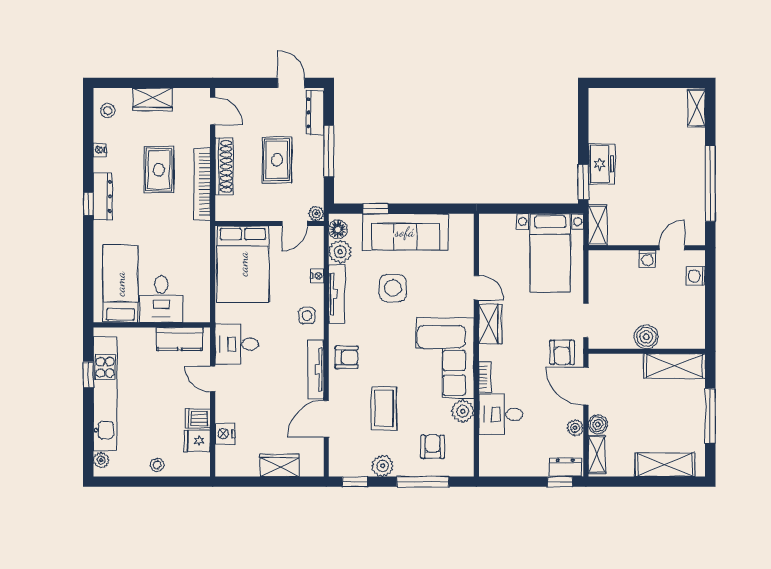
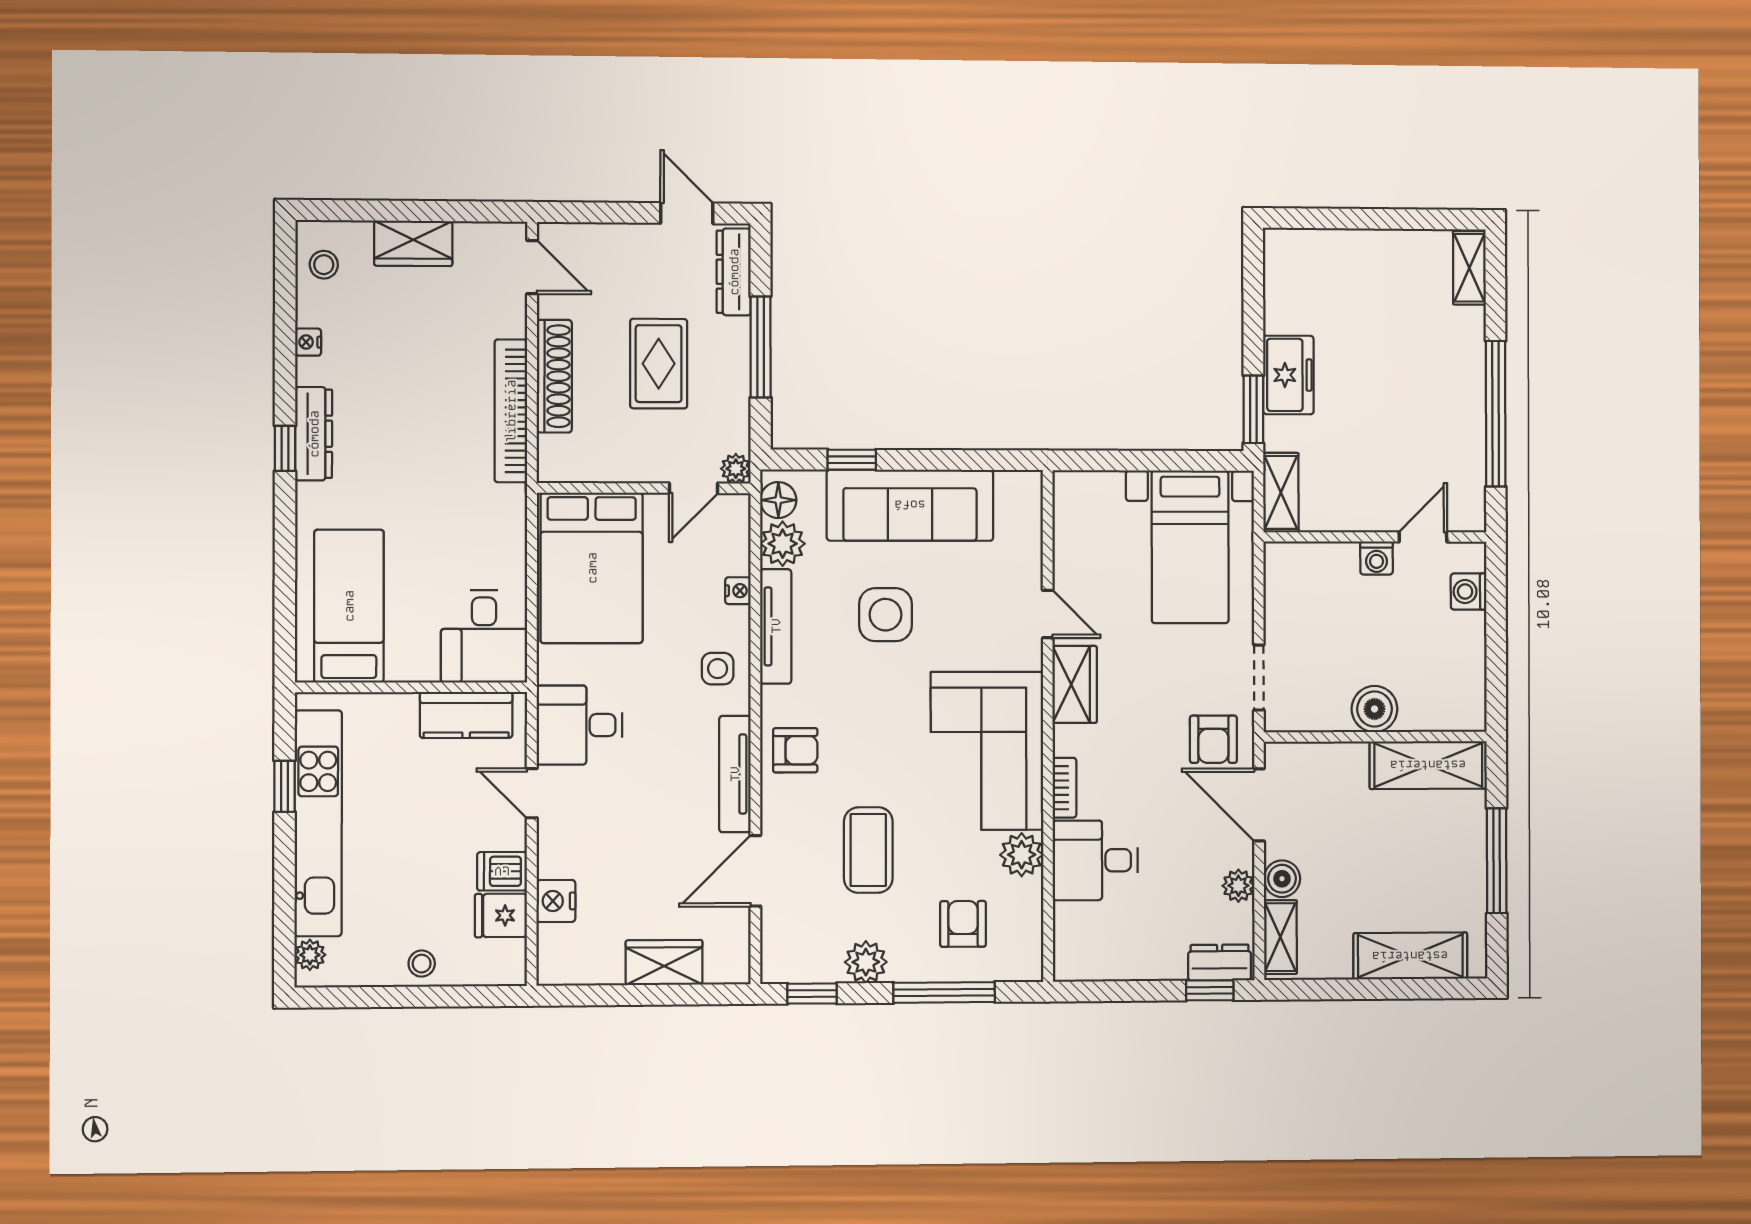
rug: (159, 170) -> (425, 382), removed
desk: (161, 299) -> (484, 636), moved

